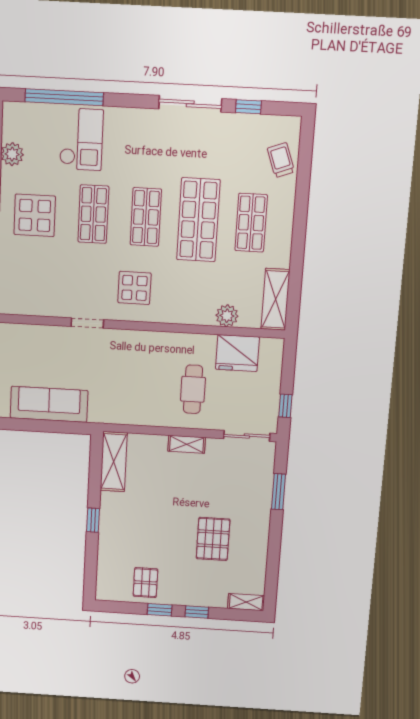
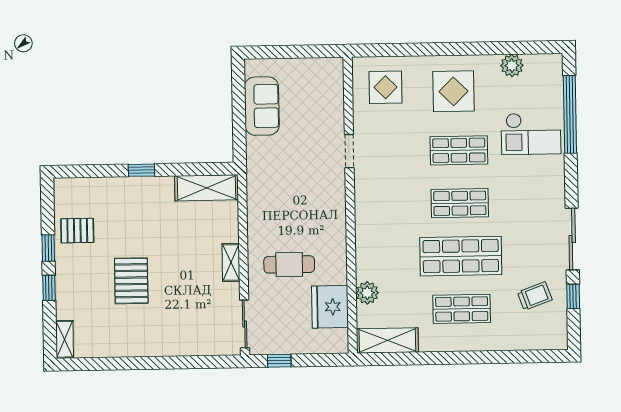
trolley: (281, 160) -> (535, 296), moved
display table: (134, 288) -> (386, 87), moved
sofa: (49, 404) -> (262, 106), width x0.73
window: (278, 492) -> (188, 362), removed
pallet: (213, 539) -> (131, 281), moved, turned 90

